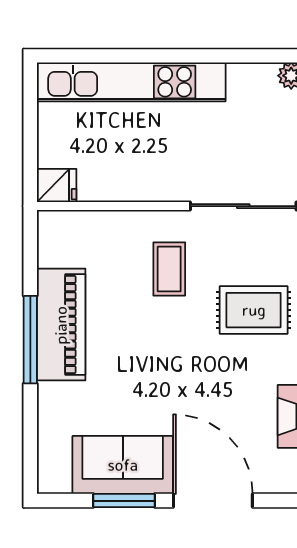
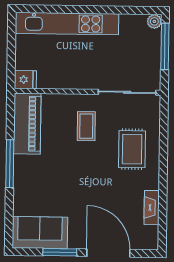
rug: (254, 310) -> (132, 149), turned 90
piano: (61, 325) -> (27, 124), moved
sofa: (123, 465) -> (40, 233), moved

